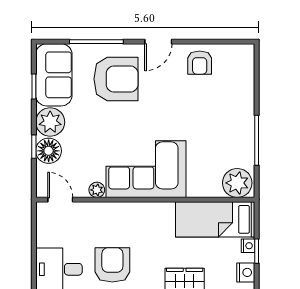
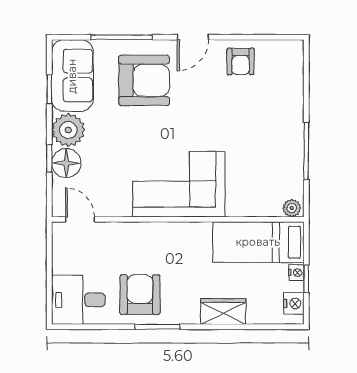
plant: (237, 183) -> (292, 208), width x0.53, depth x0.53
plant: (97, 190) -> (122, 208), removed

